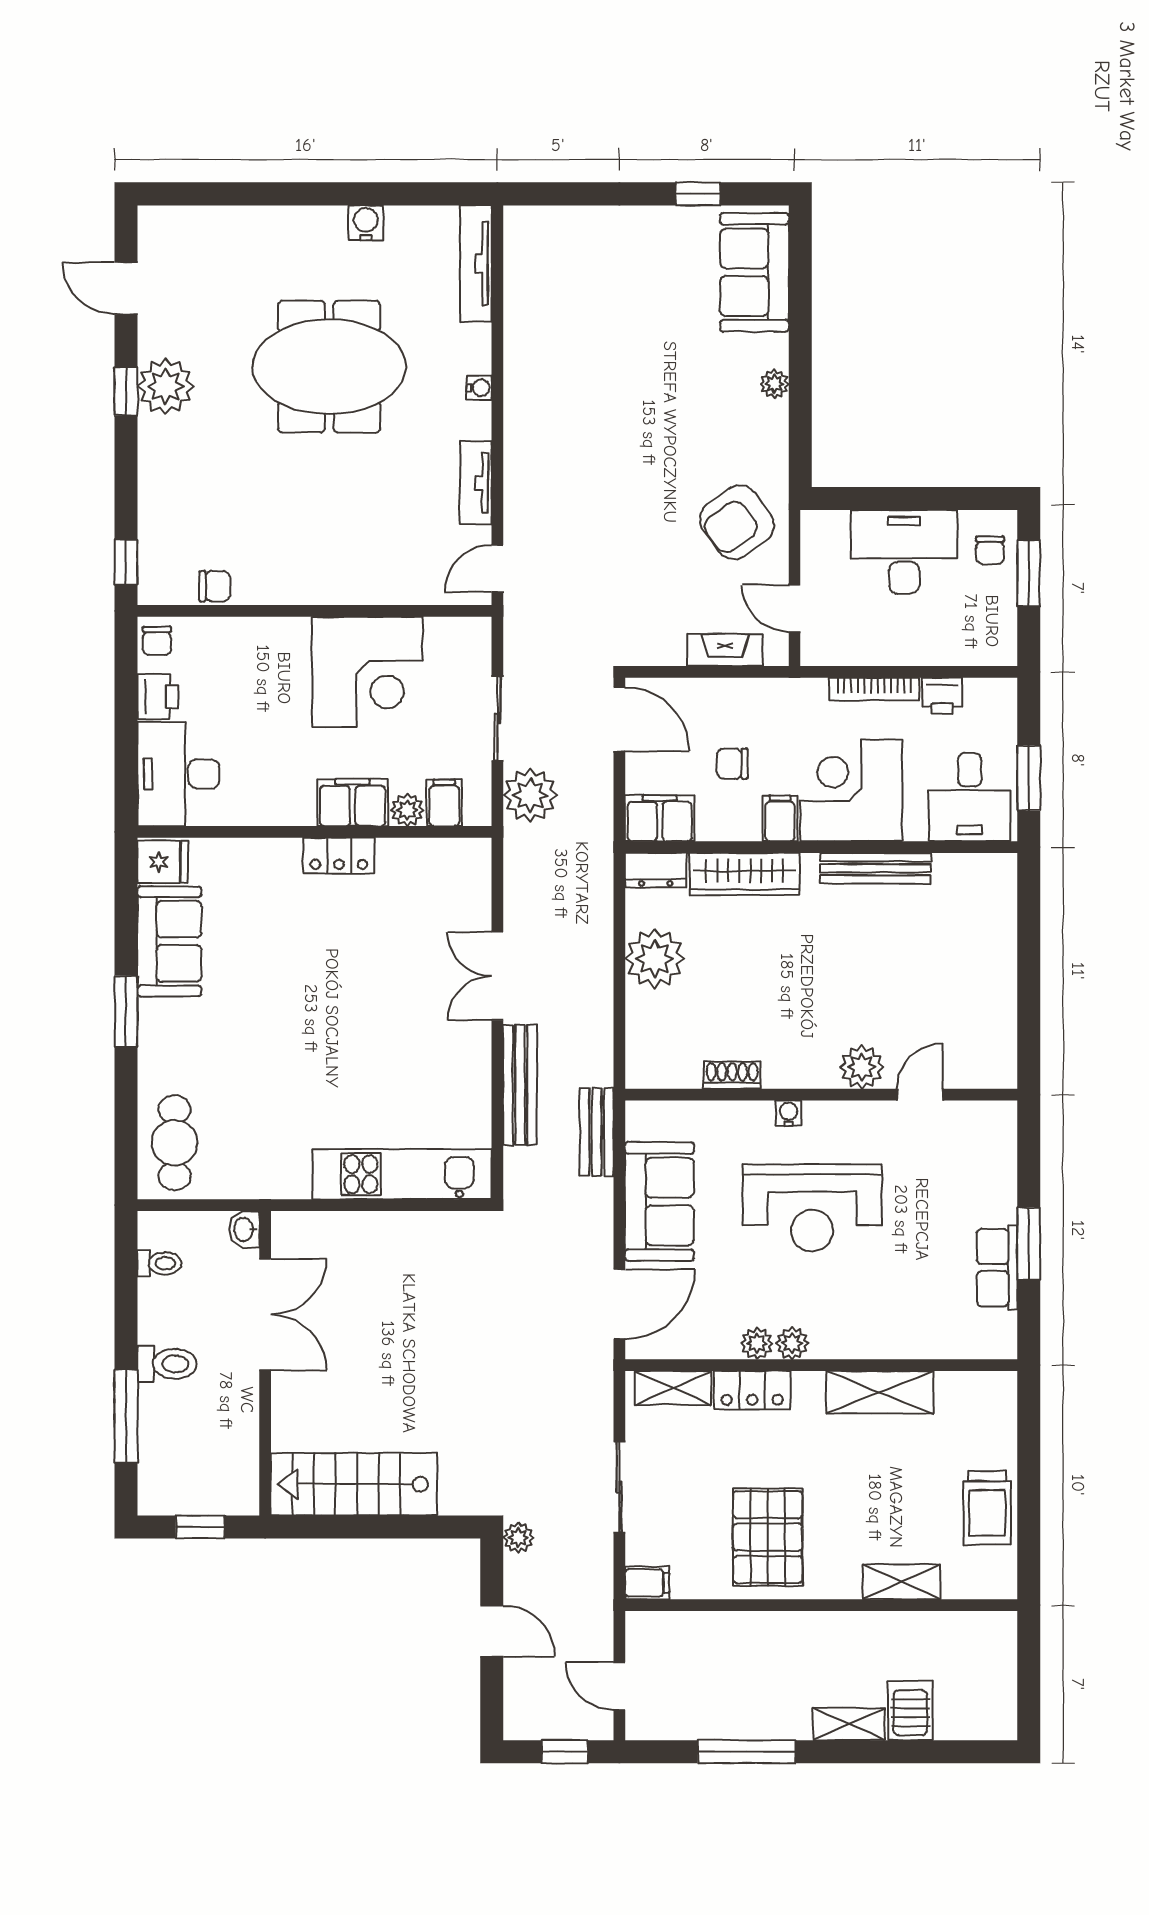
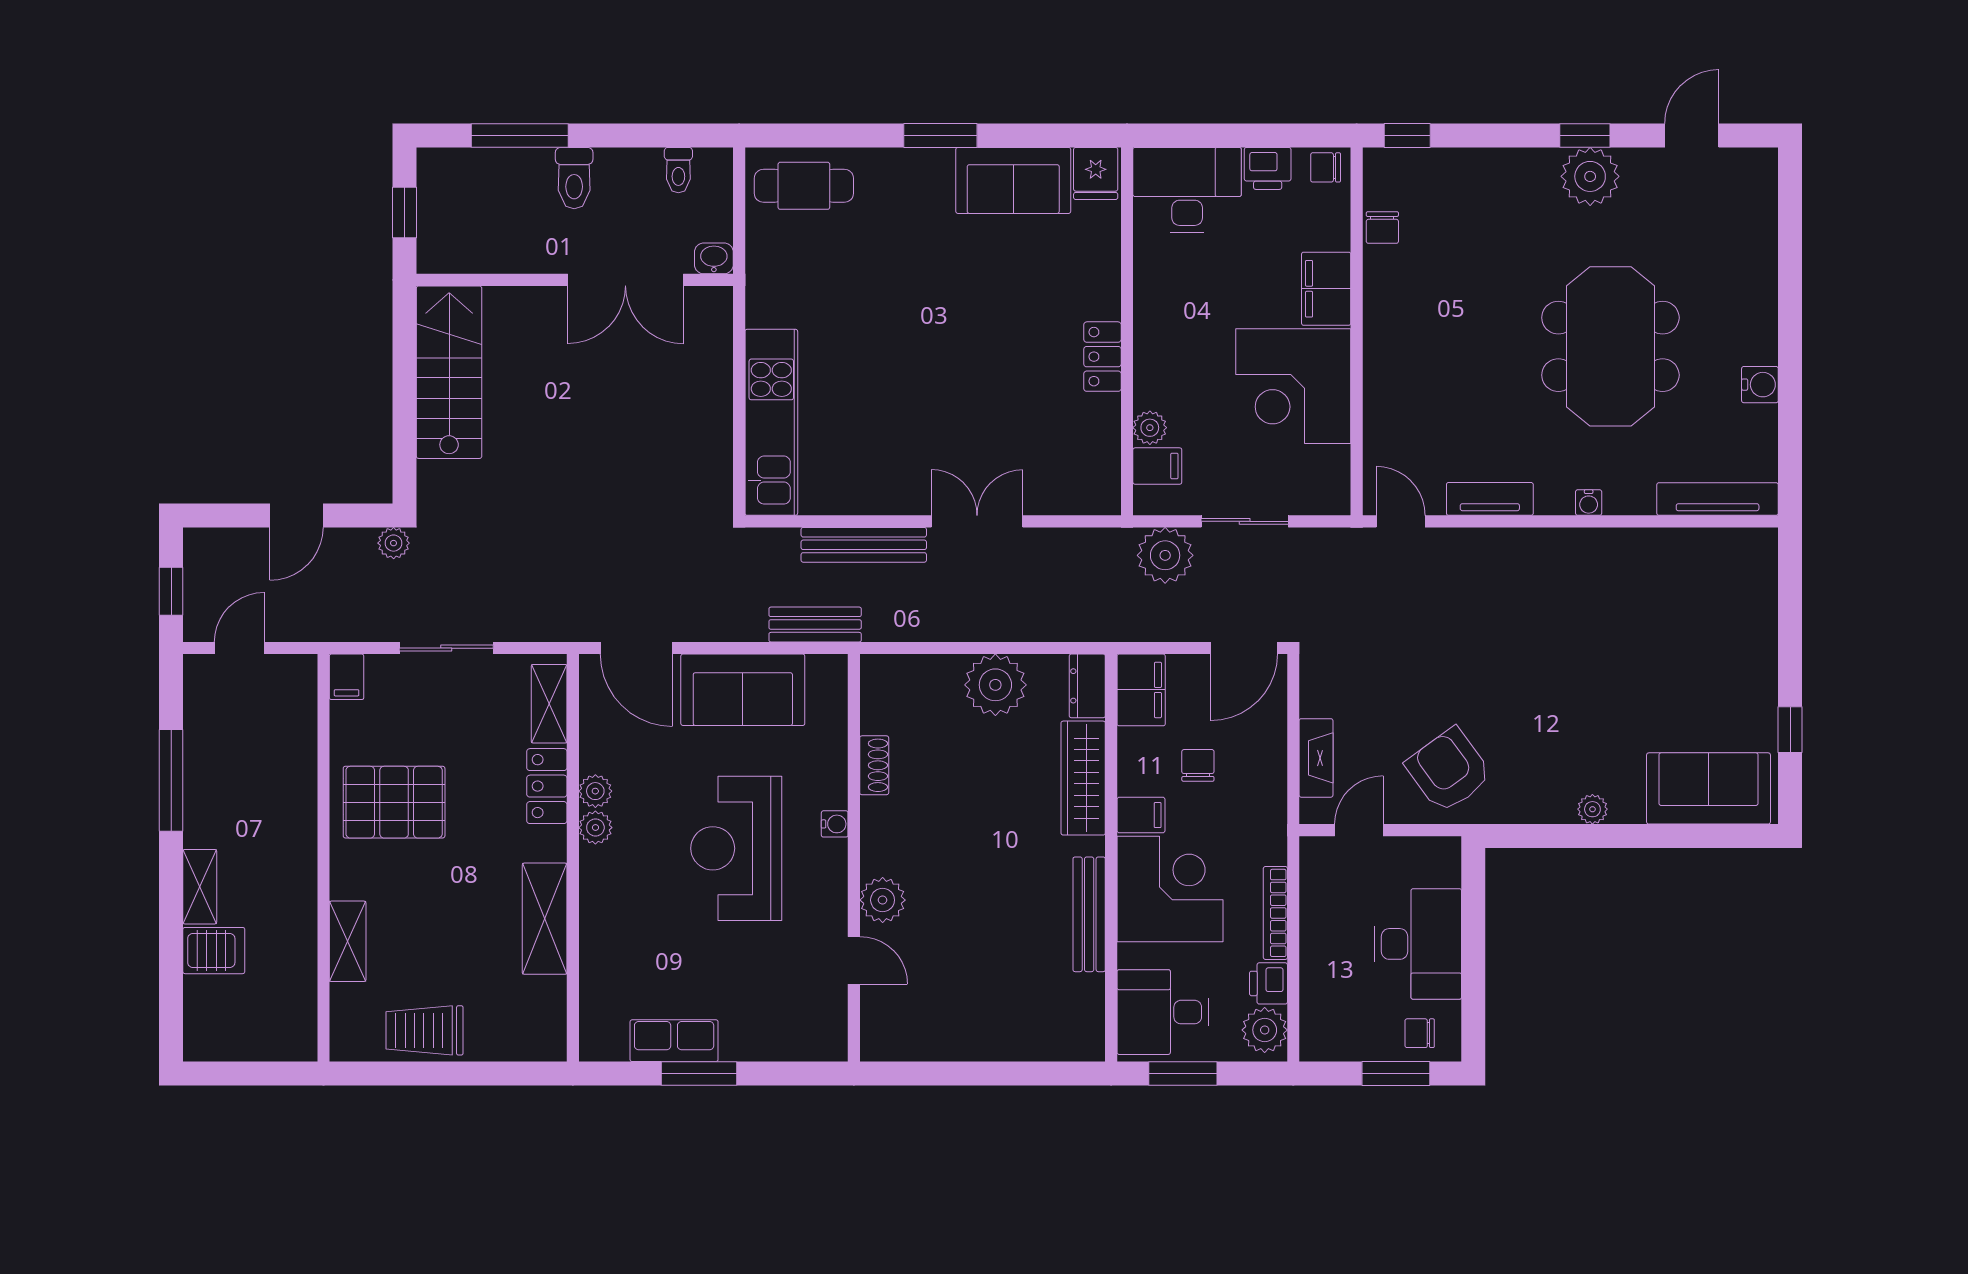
plant: (987, 699) -> (1265, 1030), added
filing cabinet: (353, 803) -> (1326, 289), moved, turned 180

